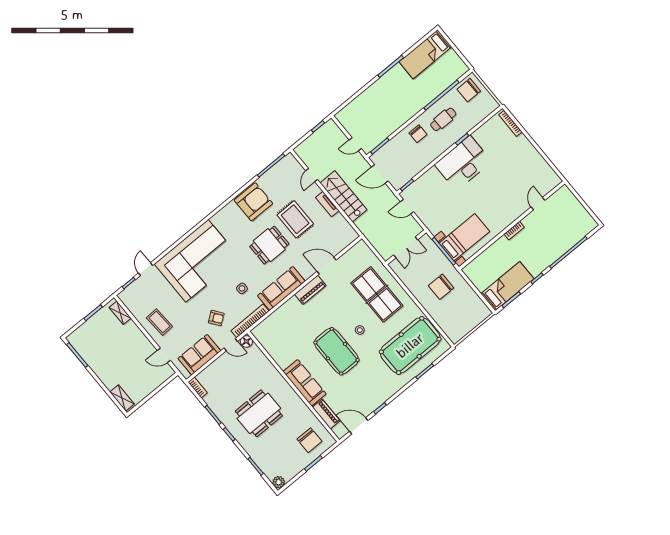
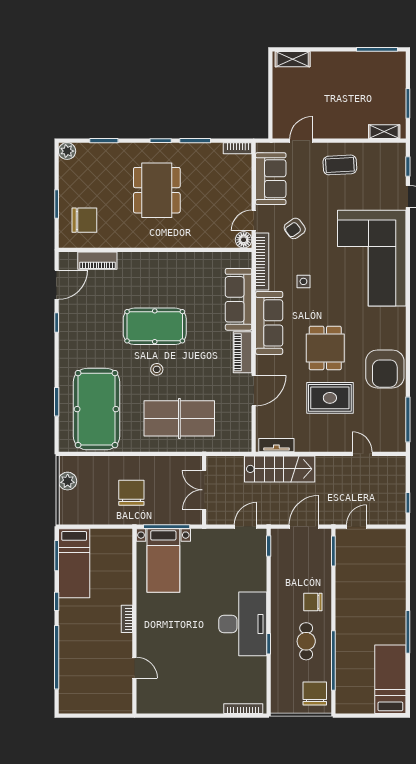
stairs: (344, 196) -> (280, 469), moved
tv unit: (327, 204) -> (276, 445), moved
plant: (464, 328) -> (68, 481), added
sofa: (305, 383) -> (239, 299), moved, turned 90
chair: (310, 440) -> (84, 220), turned 180

